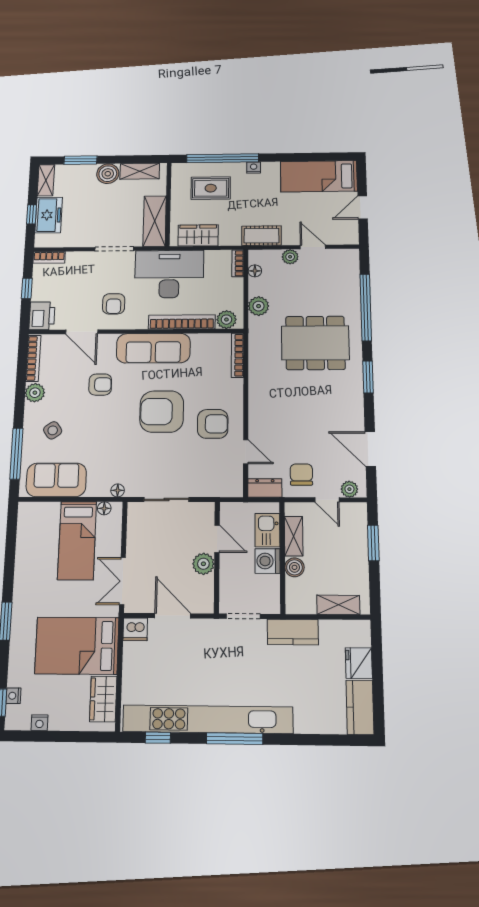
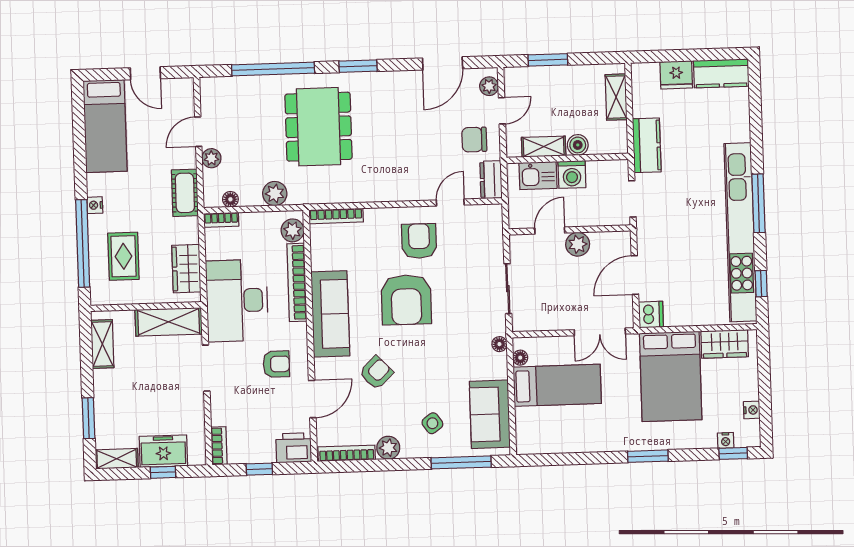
boiler: (108, 174) -> (106, 383), removed
armchair: (100, 385) -> (376, 373), turned 46

